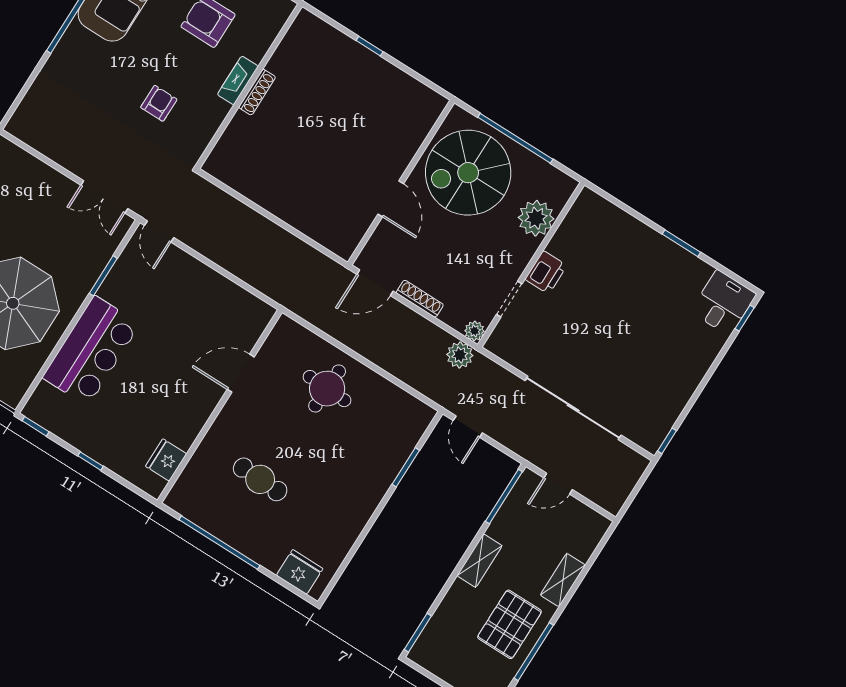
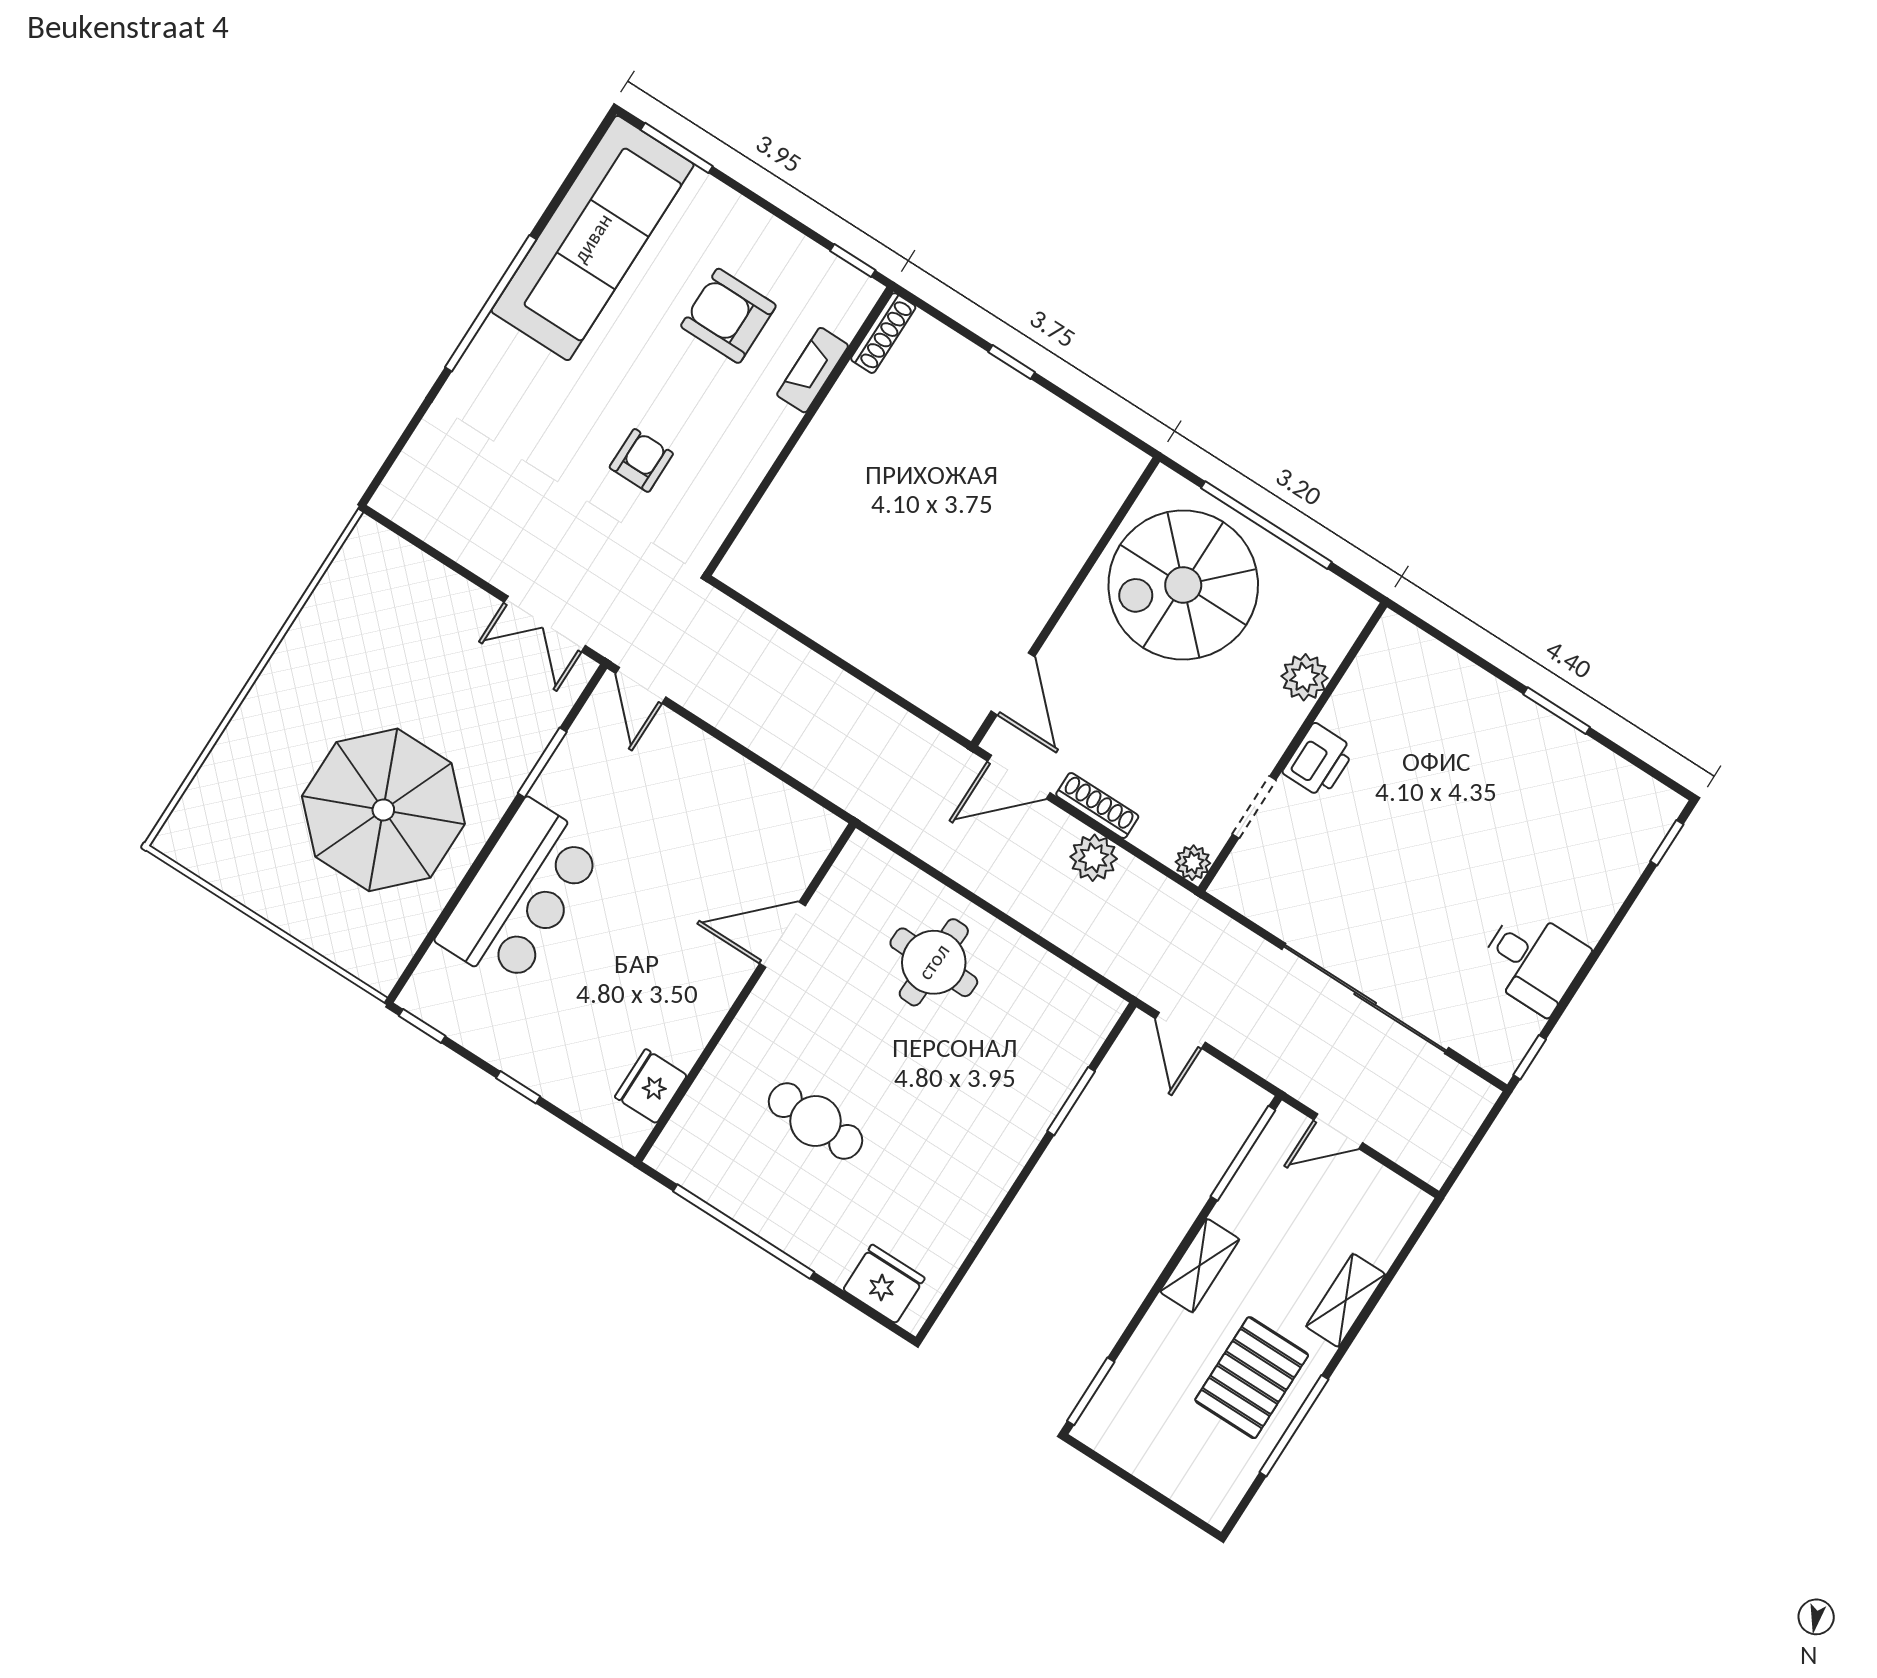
fireplace: (238, 80) -> (813, 370), moved
shoe rack: (257, 92) -> (883, 333), moved
door: (391, 199) -> (1013, 684), moved
plant: (536, 218) -> (1305, 677), width x0.73, depth x0.73
desk: (723, 303) -> (1533, 961), moved, turned 90
plant: (460, 355) -> (1094, 858), moved

